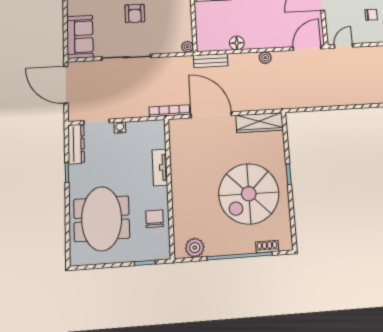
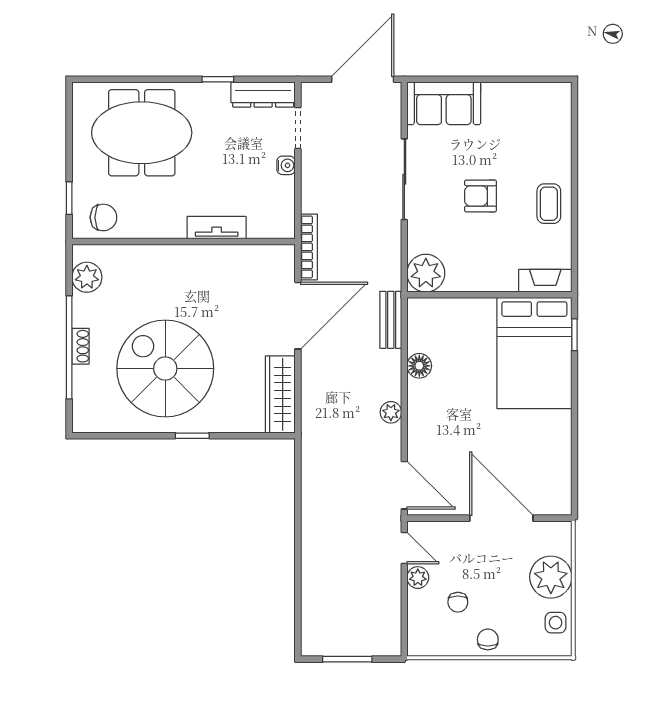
plant: (360, 37) -> (418, 578), added
plant: (187, 47) -> (426, 273), width x1.88, depth x1.88
chair: (154, 219) -> (103, 217), moved
shoe rack: (267, 247) -> (80, 346), moved

